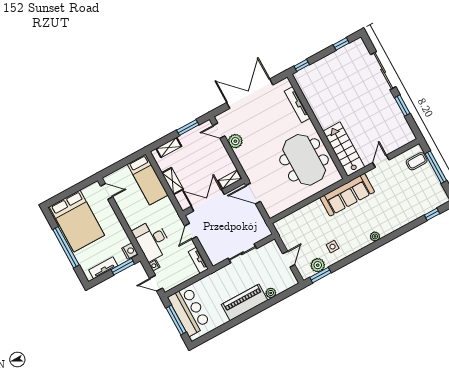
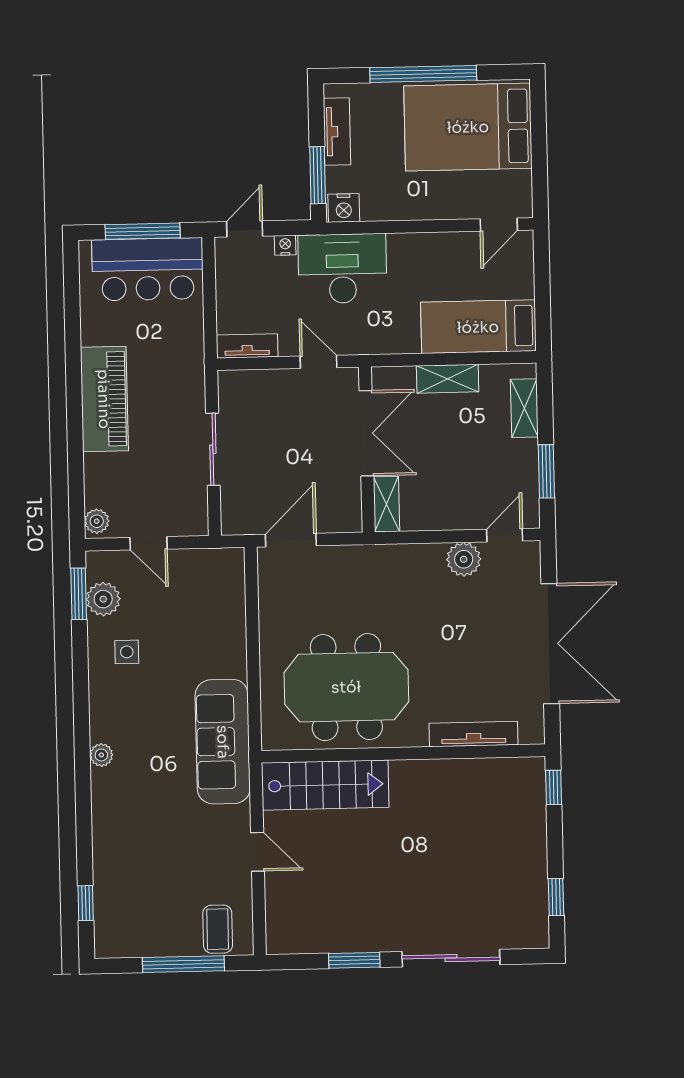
door: (253, 193) -> (291, 540), moved
plant: (271, 293) -> (97, 521), moved

